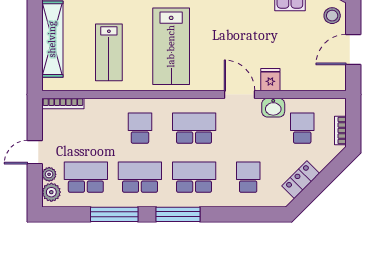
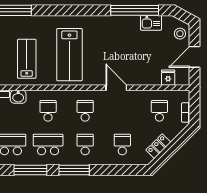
lab bench: (109, 52) -> (27, 59), turned 180
fridge: (270, 80) -> (168, 78), moved
washbasin: (273, 108) -> (18, 97), moved
school desk: (194, 128) -> (85, 111), width x0.54
school desk: (194, 177) -> (85, 144), width x0.54

